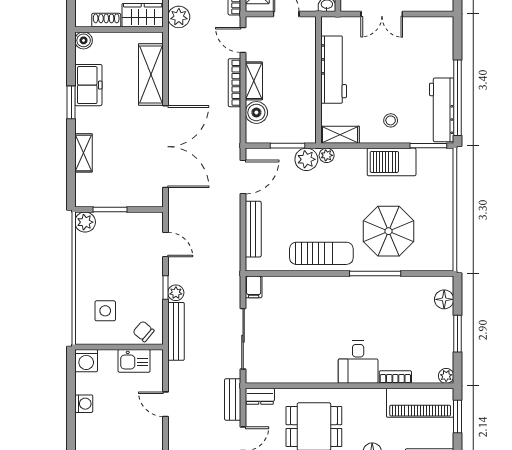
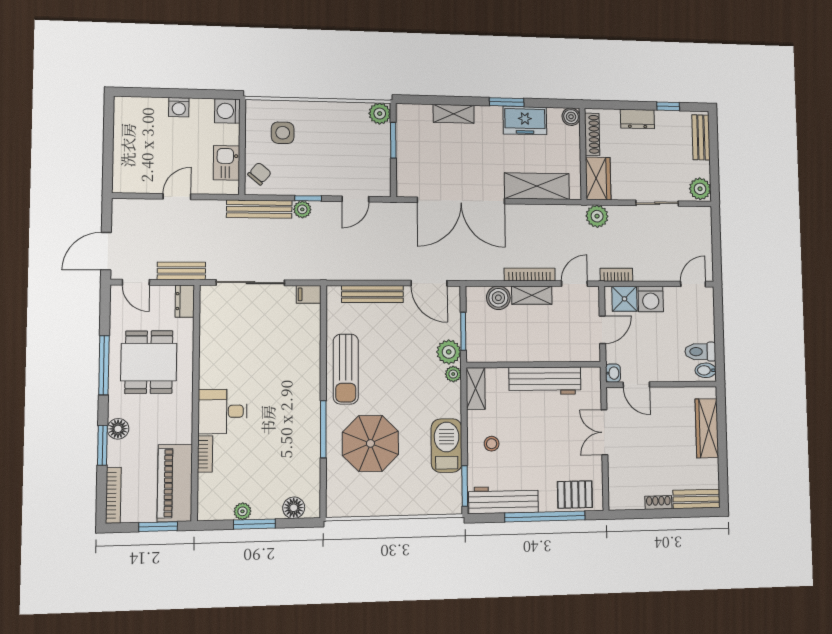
shoe rack: (106, 20) -> (592, 134), width x1.43
pallet: (438, 43) -> (575, 495), added
window: (458, 98) -> (545, 516), moved
plant: (446, 376) -> (242, 511), moved

